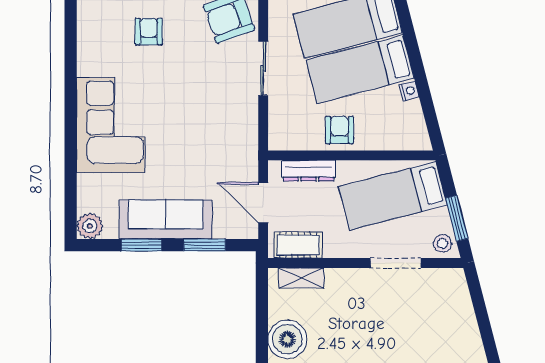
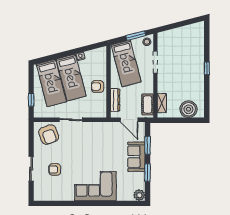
door: (263, 203) -> (129, 120), hinge flipped
sofa: (166, 219) -> (136, 157), width x0.73

